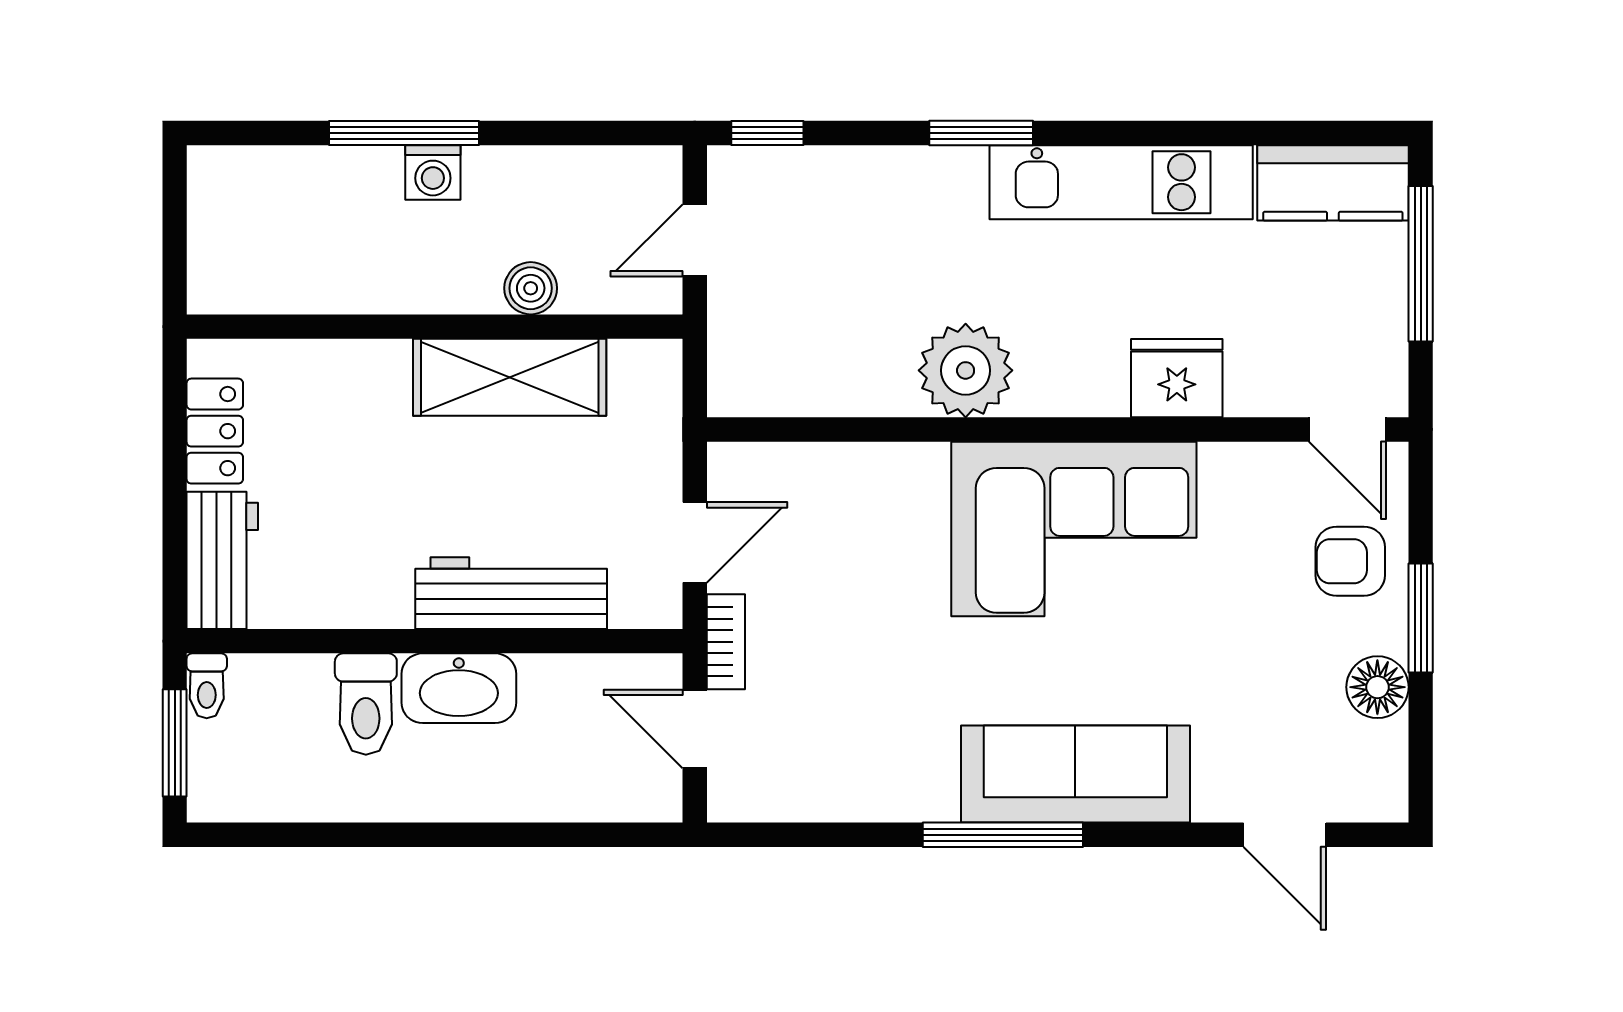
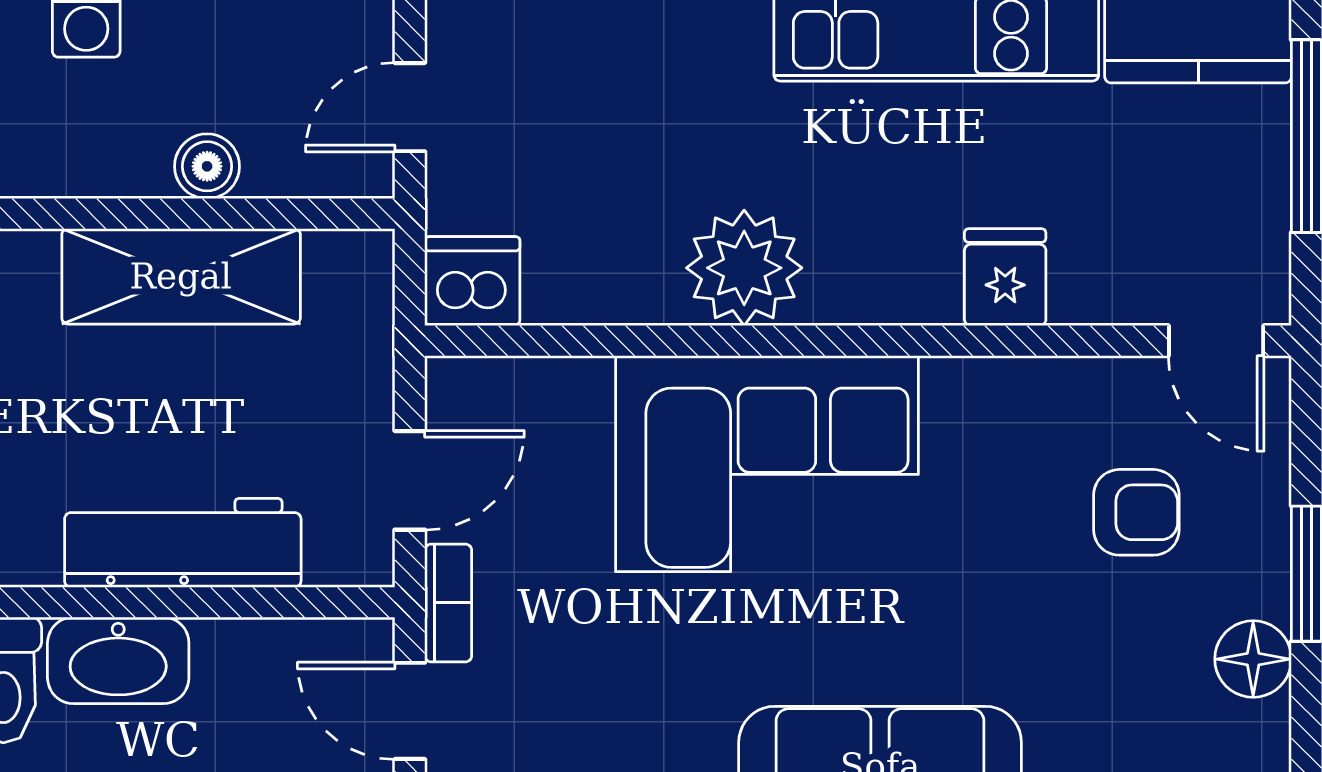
fridge: (1177, 378) -> (1005, 277), width x0.72
dishwasher: (745, 381) -> (472, 281), added
corner sofa: (1074, 529) -> (767, 464), moved
armchair: (1350, 561) -> (1136, 512), moved, turned 180

